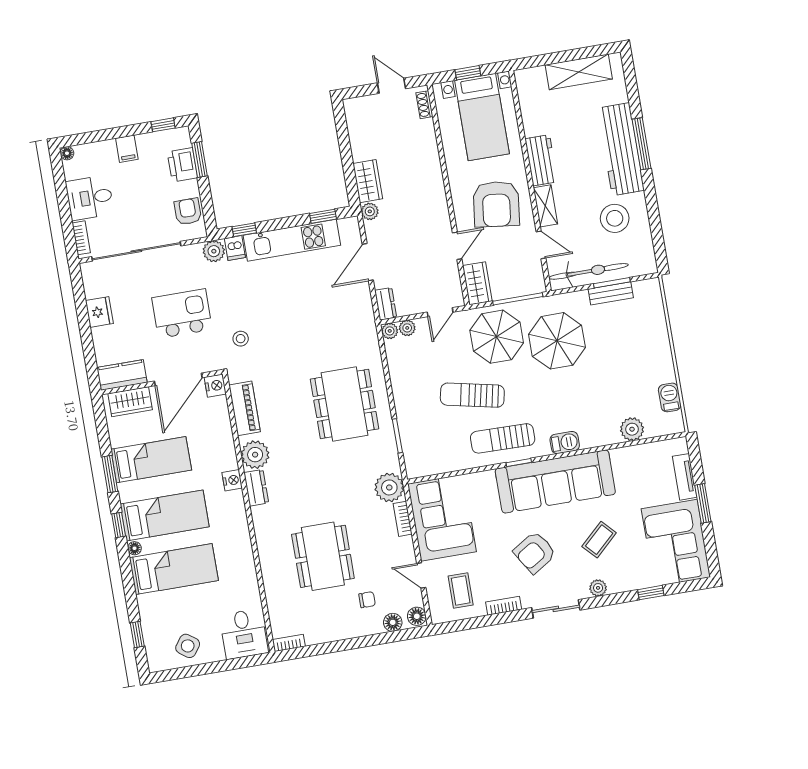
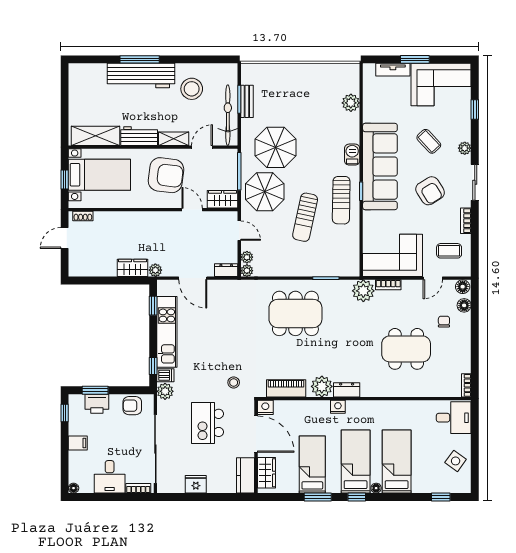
shelving: (579, 72) -> (96, 136), moved, turned 90
barbecue: (670, 397) -> (332, 71), removed

